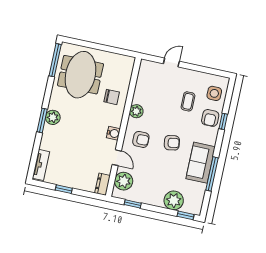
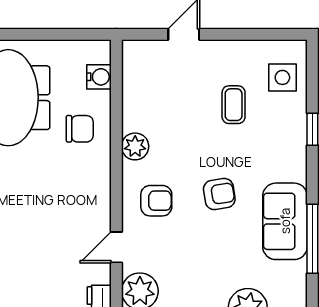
armchair: (210, 118) -> (285, 128), removed
water cooler: (113, 133) -> (99, 77), moved
door: (117, 158) -> (116, 247), swing flipped

